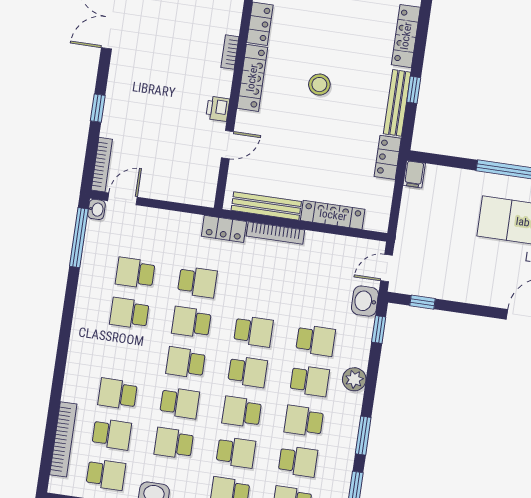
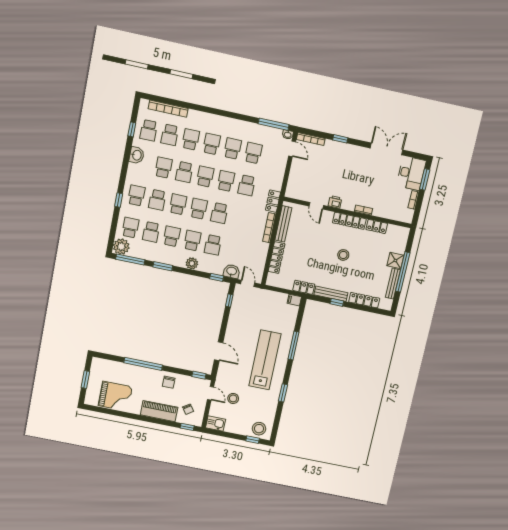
school desk: (123, 354) -> (212, 144), added
school desk: (248, 372) -> (199, 209), turned 180
school desk: (310, 381) -> (192, 241), turned 180

